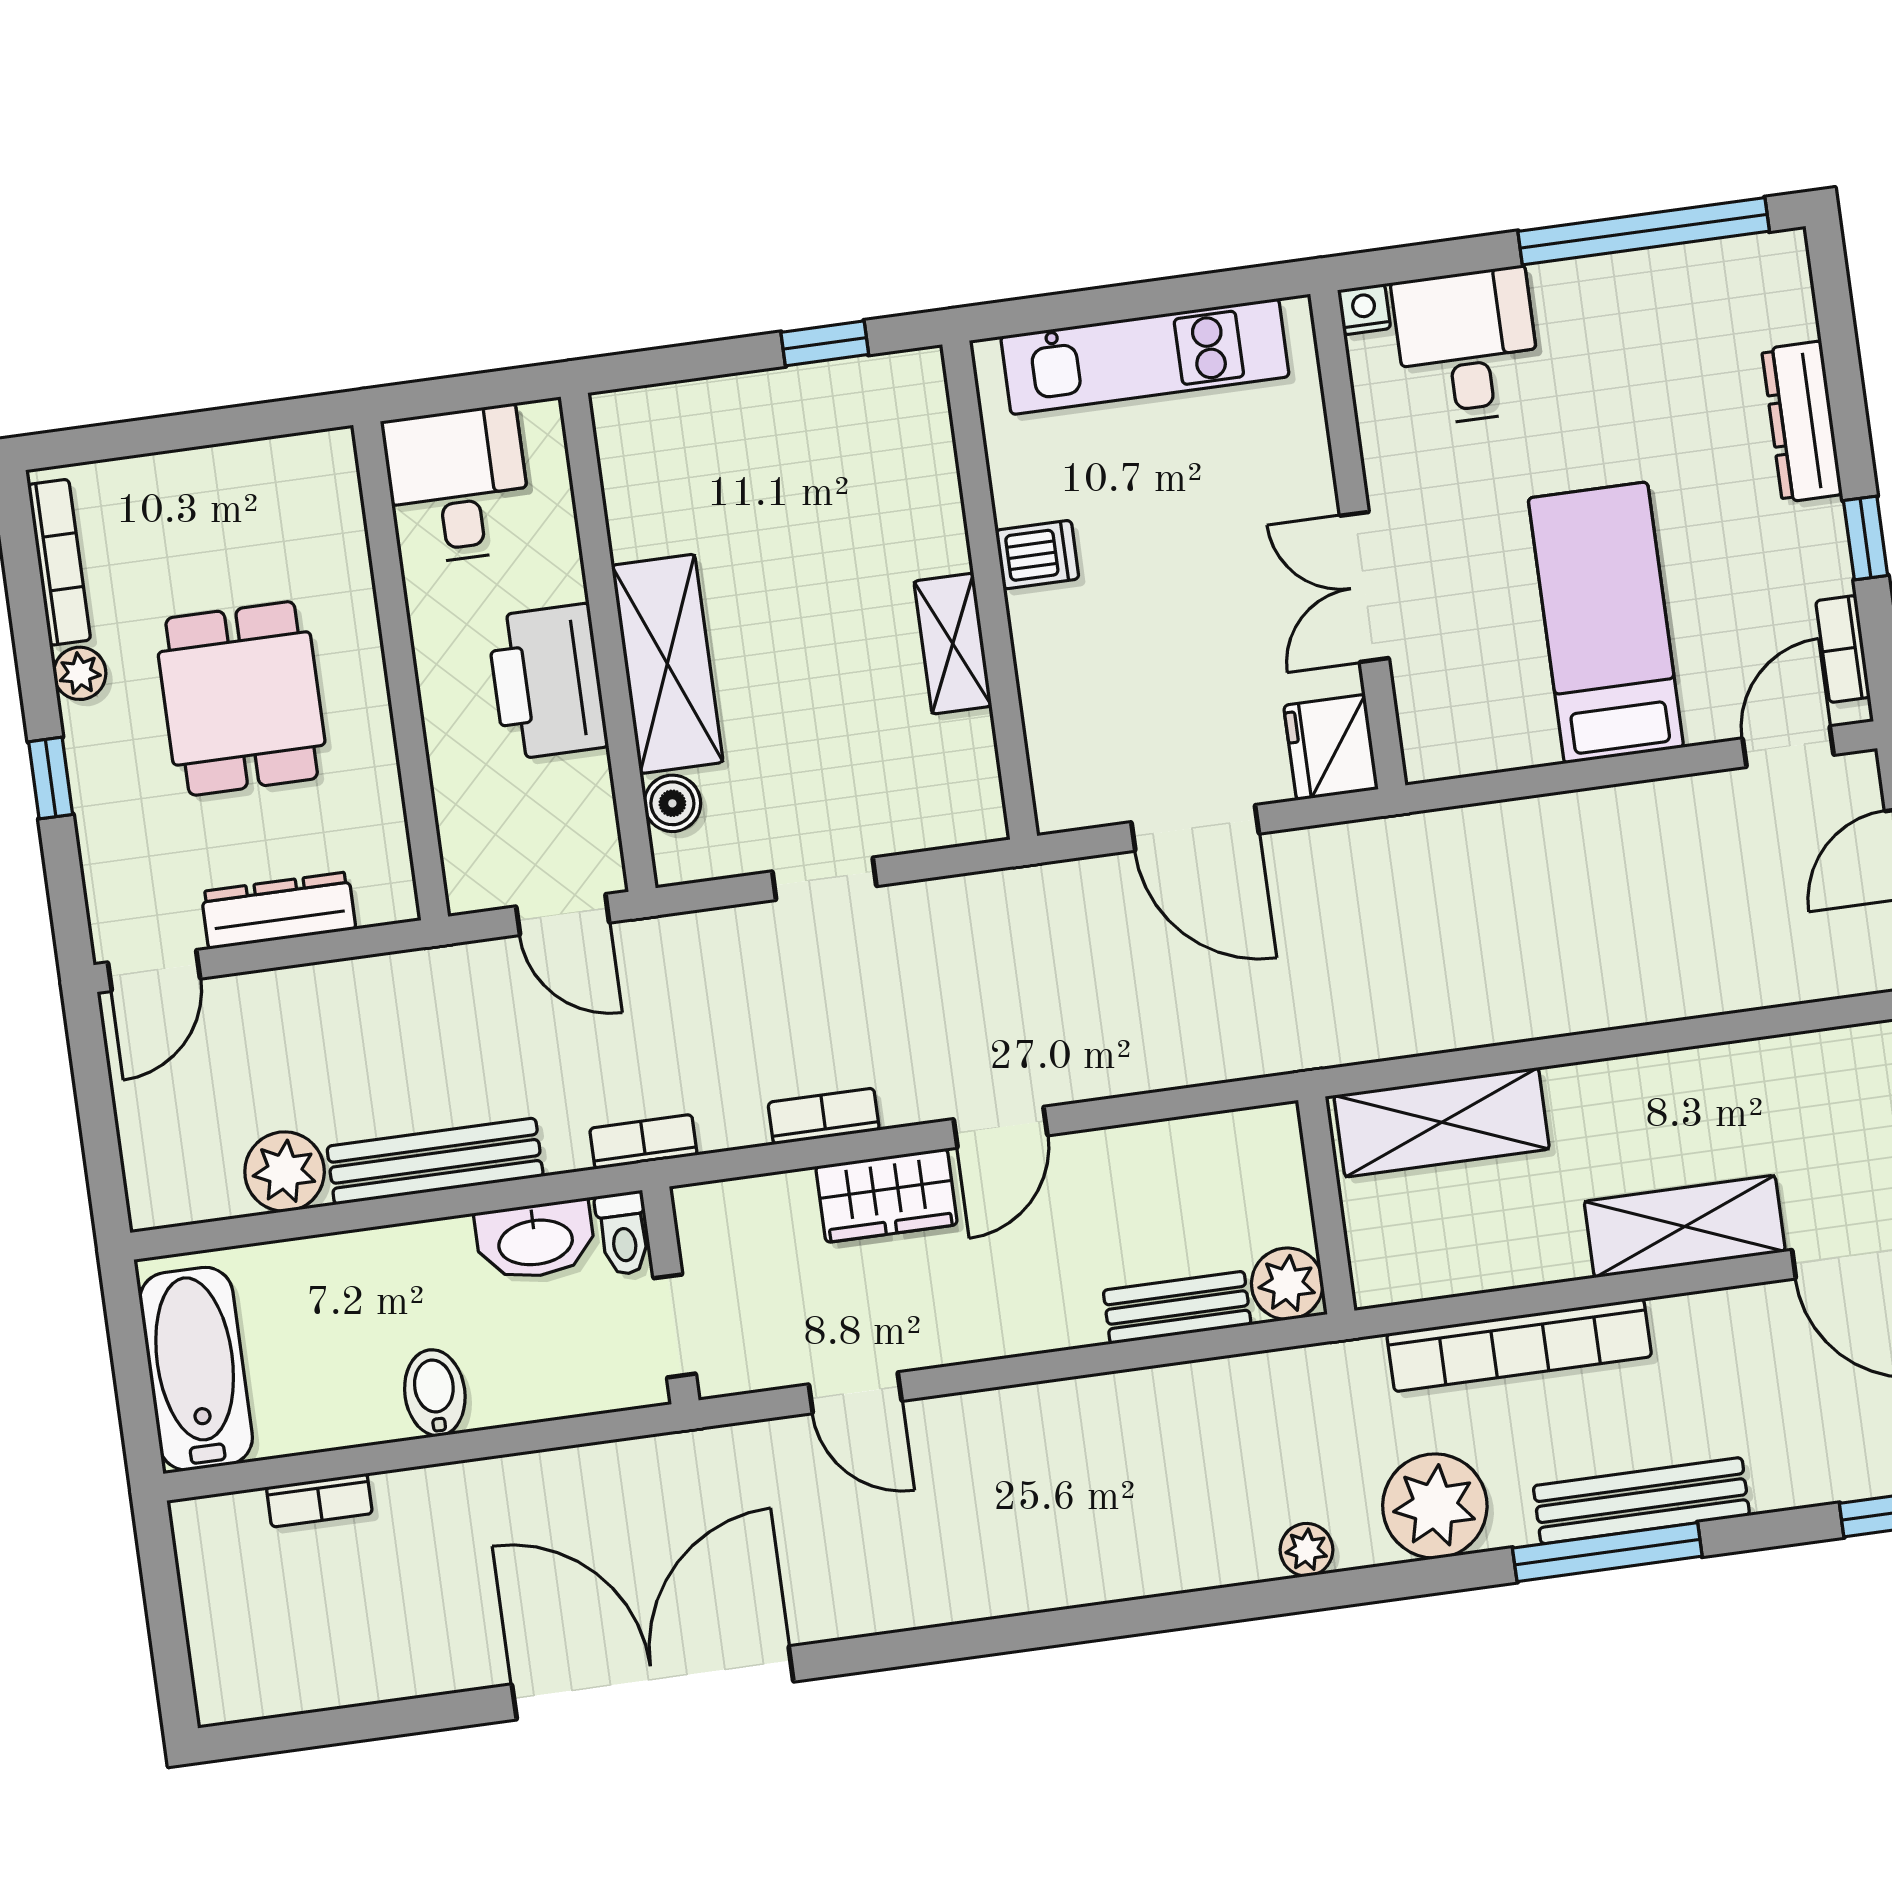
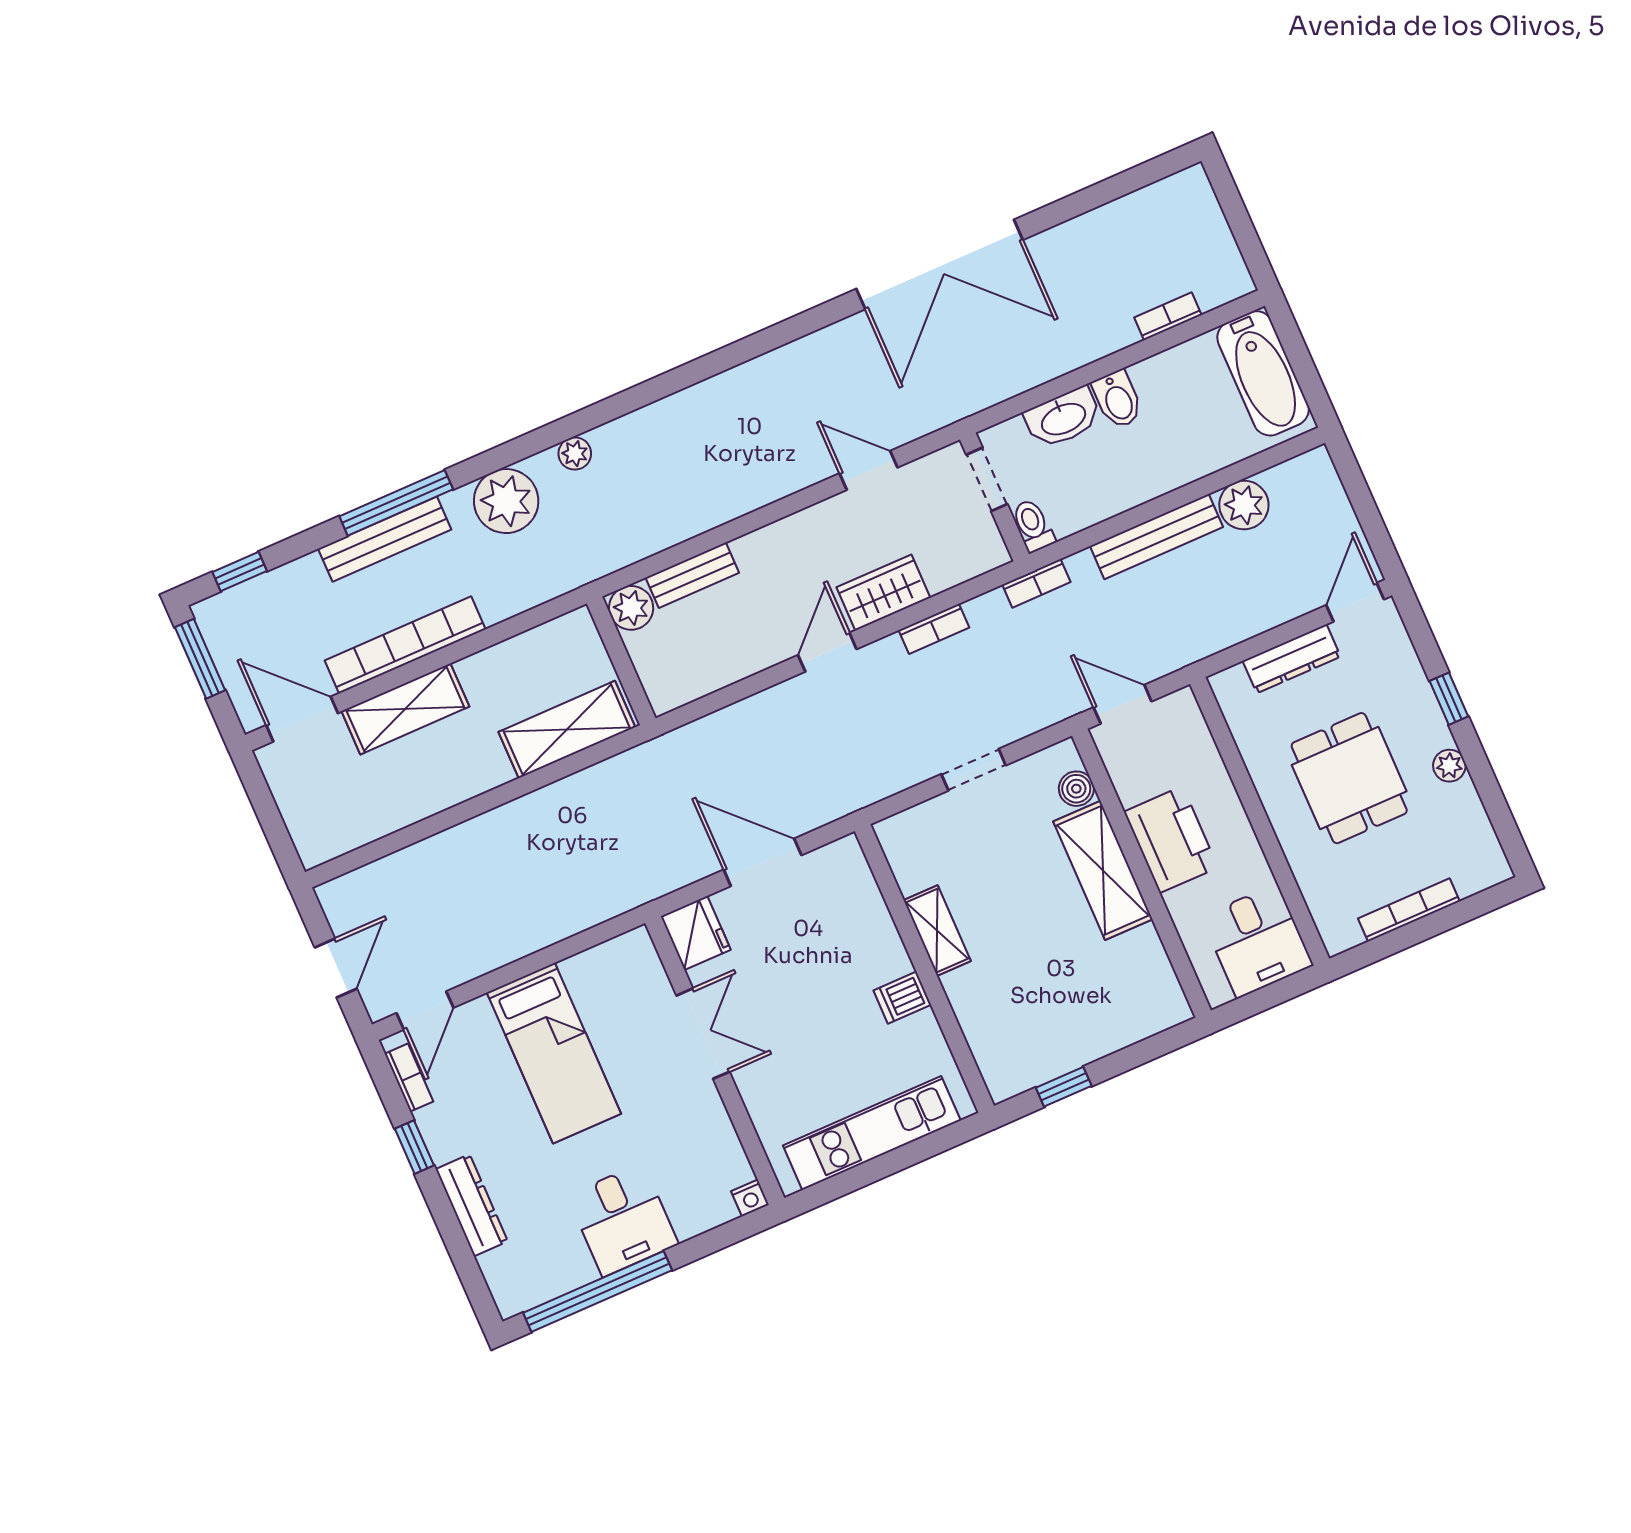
desk: (1467, 346) -> (623, 1220), moved
bookcase: (59, 562) -> (1409, 910), moved, turned 90
washbasin: (535, 1240) -> (1063, 418), moved, turned 180
bookcase: (1519, 1345) -> (405, 645), moved

